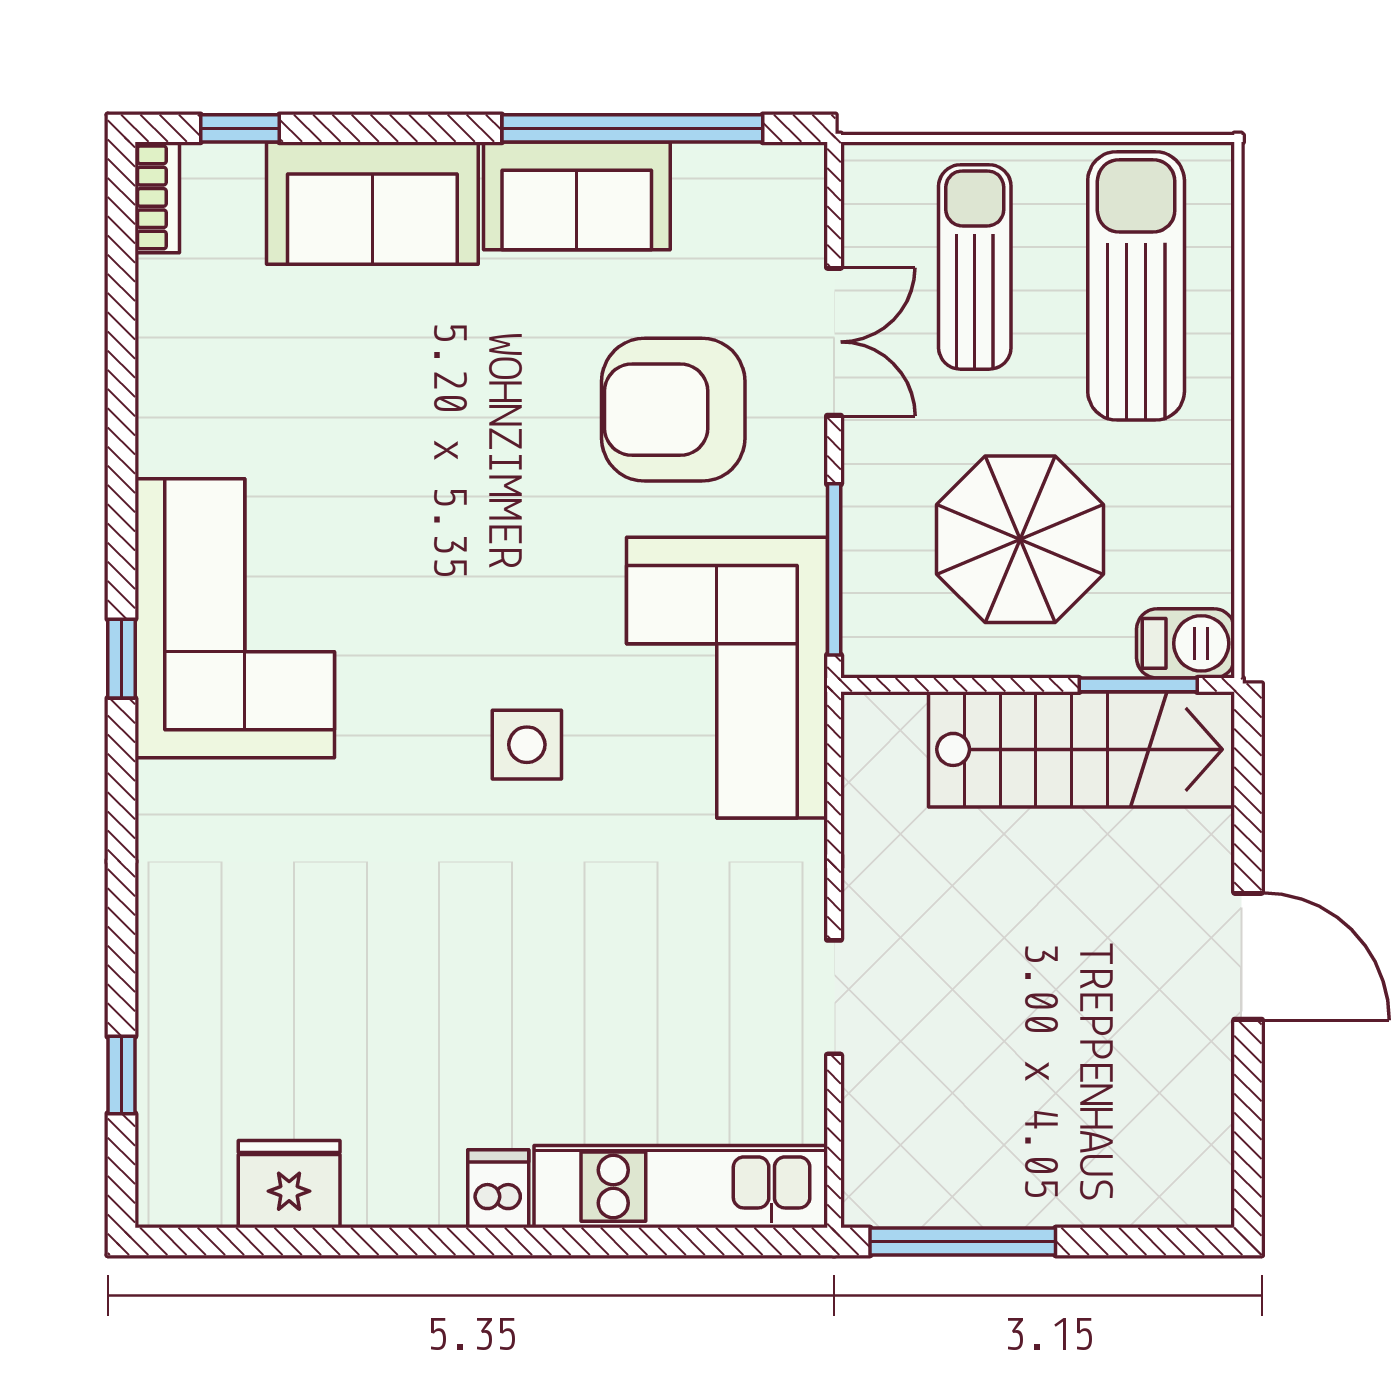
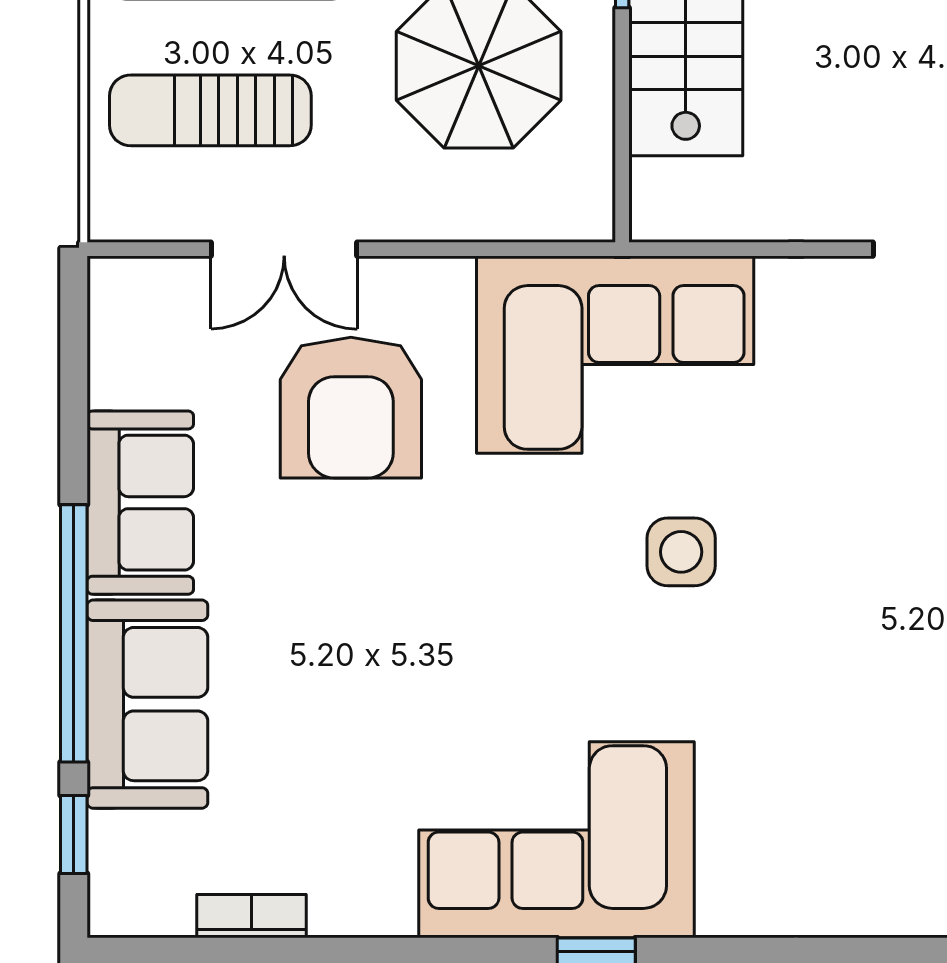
window: (632, 128) -> (74, 633), moved
bookcase: (157, 197) -> (251, 916), moved
double door: (834, 342) -> (284, 249), swing flipped
window: (834, 569) -> (508, 249), removed

